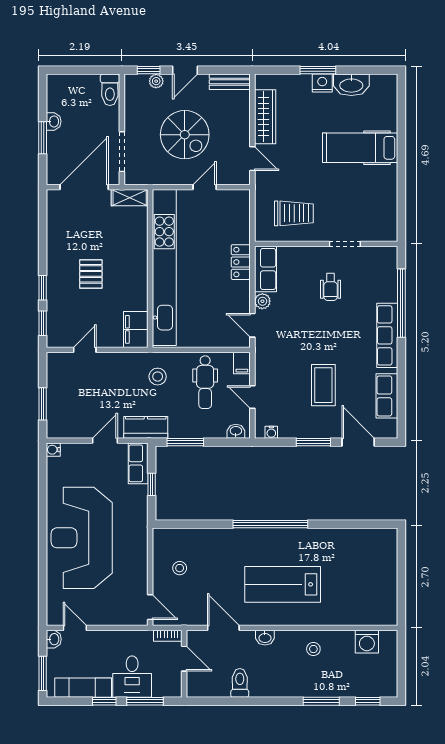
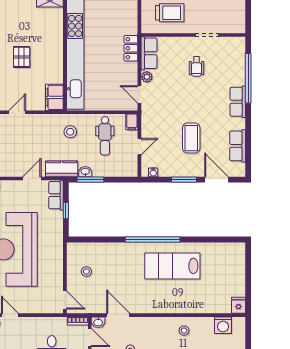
row of seats: (387, 335) -> (238, 102), width x0.68
door: (252, 397) -> (139, 147), swing flipped
washbasin: (236, 431) -> (85, 172), moved
lab bench: (283, 584) -> (172, 266), moved
fridge: (388, 614) -> (239, 305), added
washbasin: (265, 638) -> (98, 322), moved

